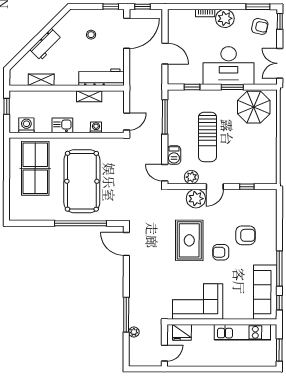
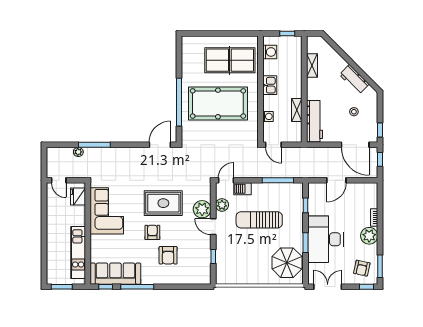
workbench: (46, 44) -> (354, 79), moved

